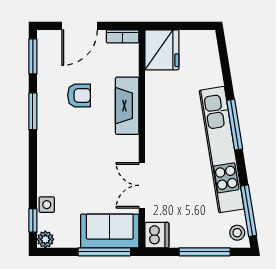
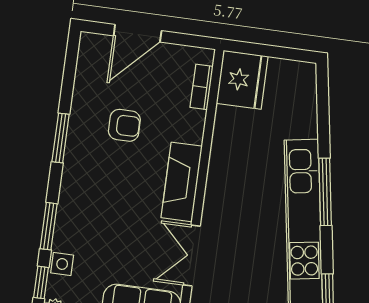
bookcase: (123, 36) -> (201, 87), moved, turned 90
window: (33, 56) -> (49, 226), moved
fireplace: (127, 106) -> (182, 182), moved

